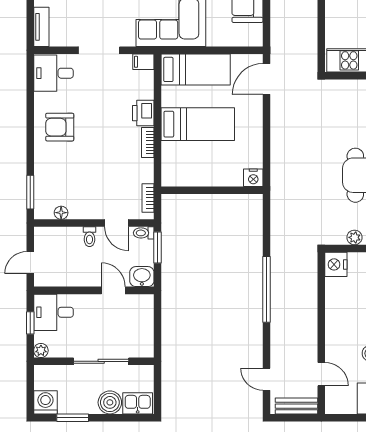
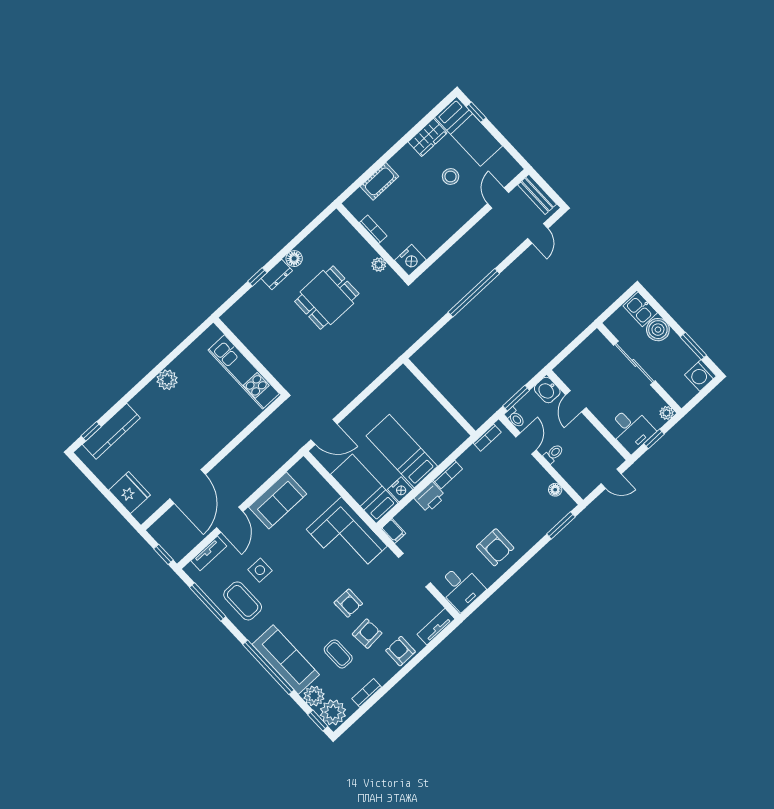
nightstand: (253, 178) -> (400, 489), moved, turned 90

